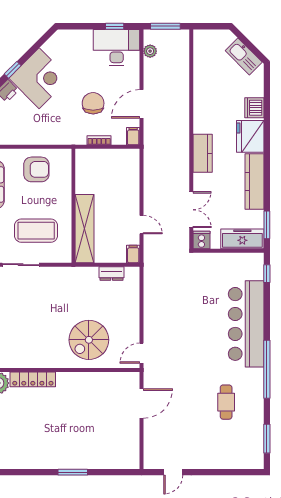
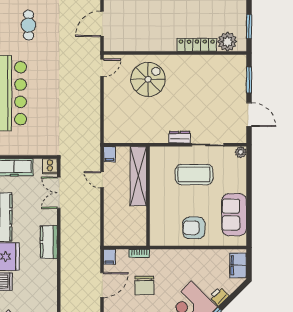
wall: (73, 206) -> (148, 196), moved
shelving: (85, 229) -> (138, 176), moved
dresser: (112, 273) -> (180, 137), moved

